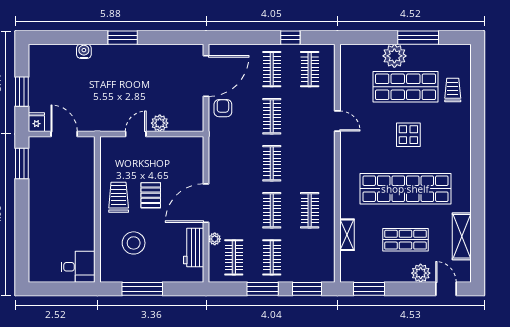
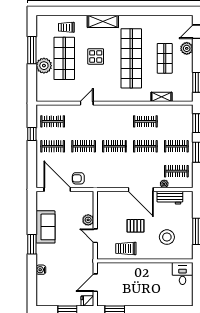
sofa: (149, 58) -> (46, 227), added
trolley: (119, 197) -> (126, 248), moved
shelving: (462, 236) -> (103, 21), moved

